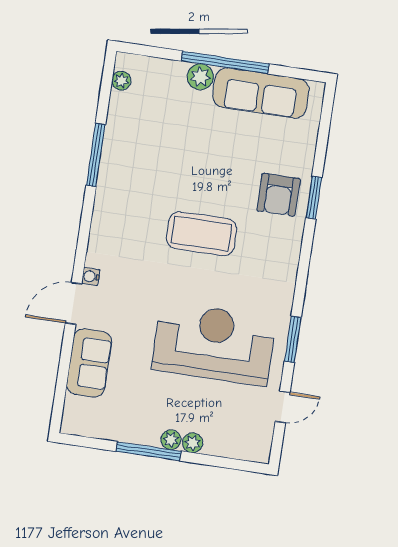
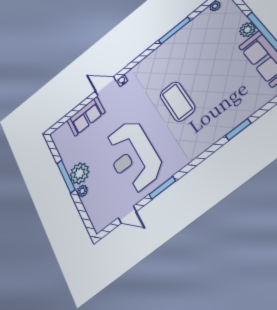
armchair: (279, 195) -> (225, 113), removed
reception desk: (214, 344) -> (133, 156), turned 180
plant: (171, 440) -> (79, 173), width x1.87, depth x1.87

